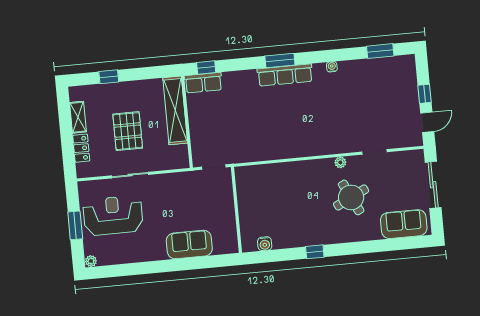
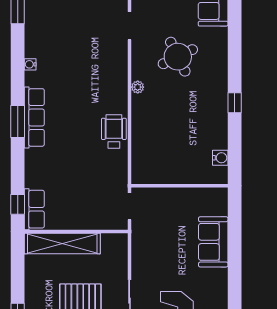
wheelchair: (279, 147) -> (114, 132), added
plant: (340, 162) -> (138, 87), moved

